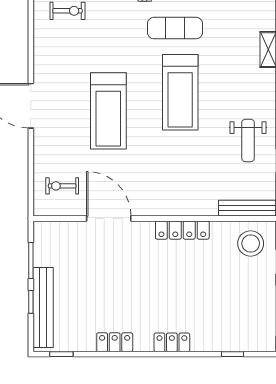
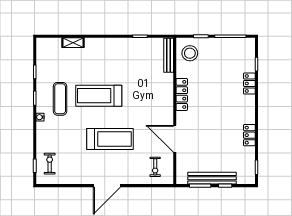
treadmill: (180, 92) -> (99, 96), turned 180
weight bench: (248, 140) -> (128, 55), removed
door: (109, 219) -> (175, 139), hinge flipped
bench: (43, 307) -> (212, 178), moved
locker: (172, 342) -> (249, 83), moved

